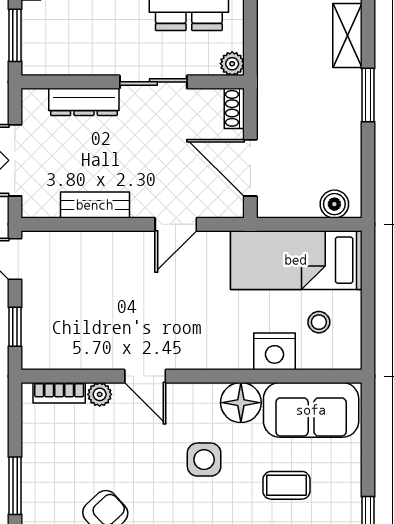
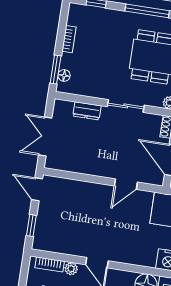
floor lamp: (32, 44) -> (64, 75), added
dresser: (84, 102) -> (87, 111), width x0.70
bench: (95, 205) -> (84, 167), removed

